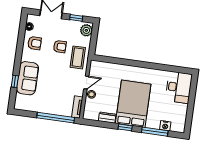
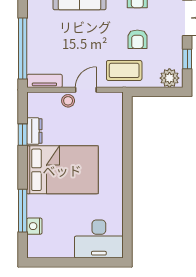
door: (86, 83) -> (86, 90), swing flipped
window: (125, 127) -> (23, 135), moved

